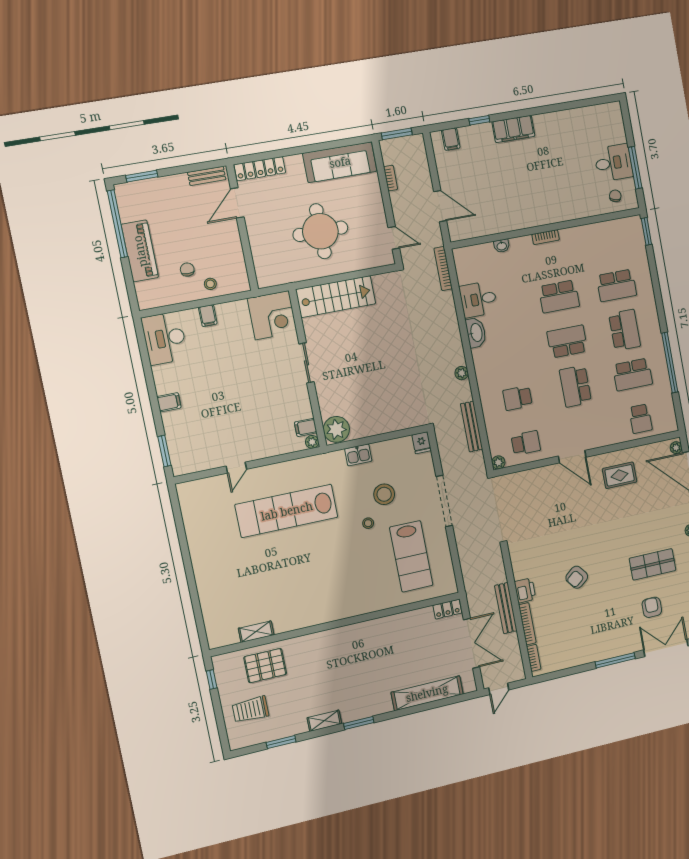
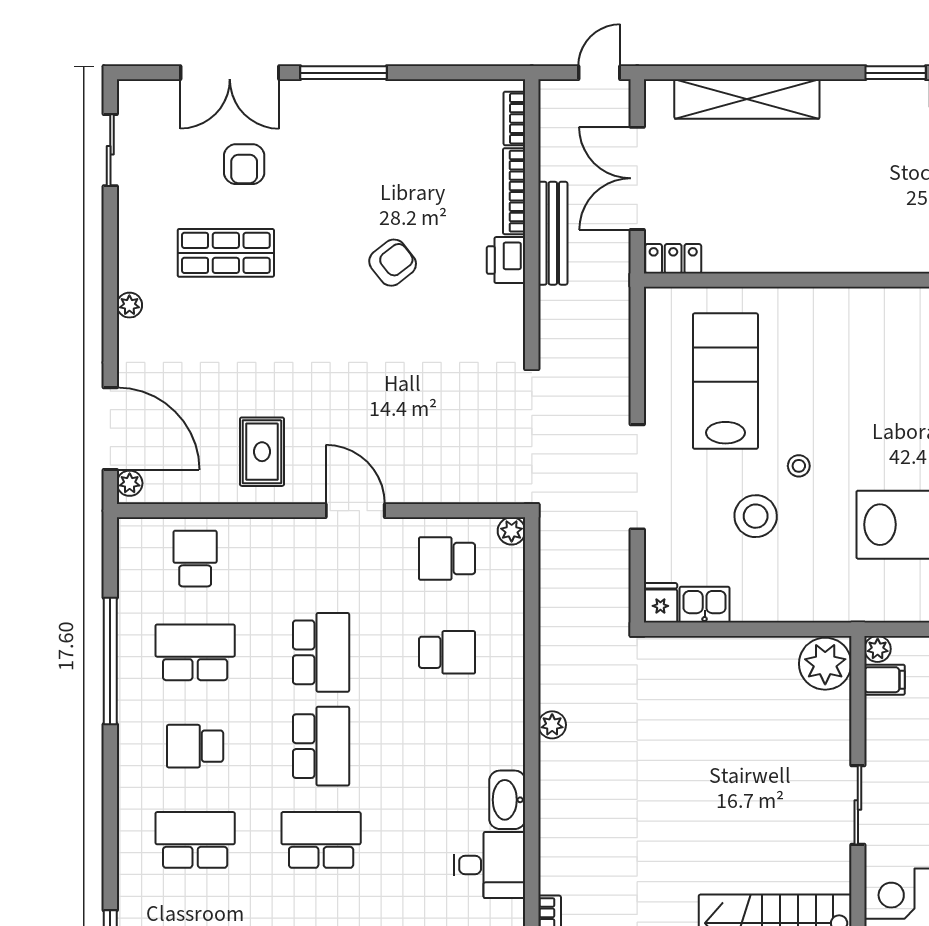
school desk: (625, 330) -> (195, 746), width x0.54
school desk: (567, 341) -> (321, 746), turned -90
bench: (472, 427) -> (553, 614), removed
kitchen sink: (358, 455) -> (705, 605), moved
rug: (620, 475) -> (262, 452), turned 90

